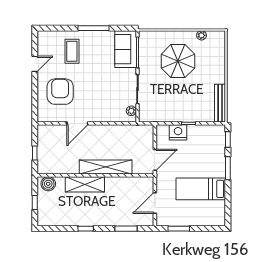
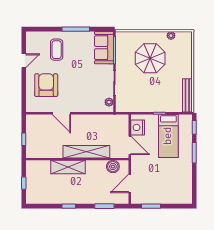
door: (77, 123) -> (61, 113), hinge flipped
nightstand: (178, 132) -> (138, 127), moved, turned -90
door: (155, 160) -> (130, 145), hinge flipped
boiler: (48, 184) -> (113, 167), moved
bed: (201, 189) -> (168, 136), moved, turned -90

